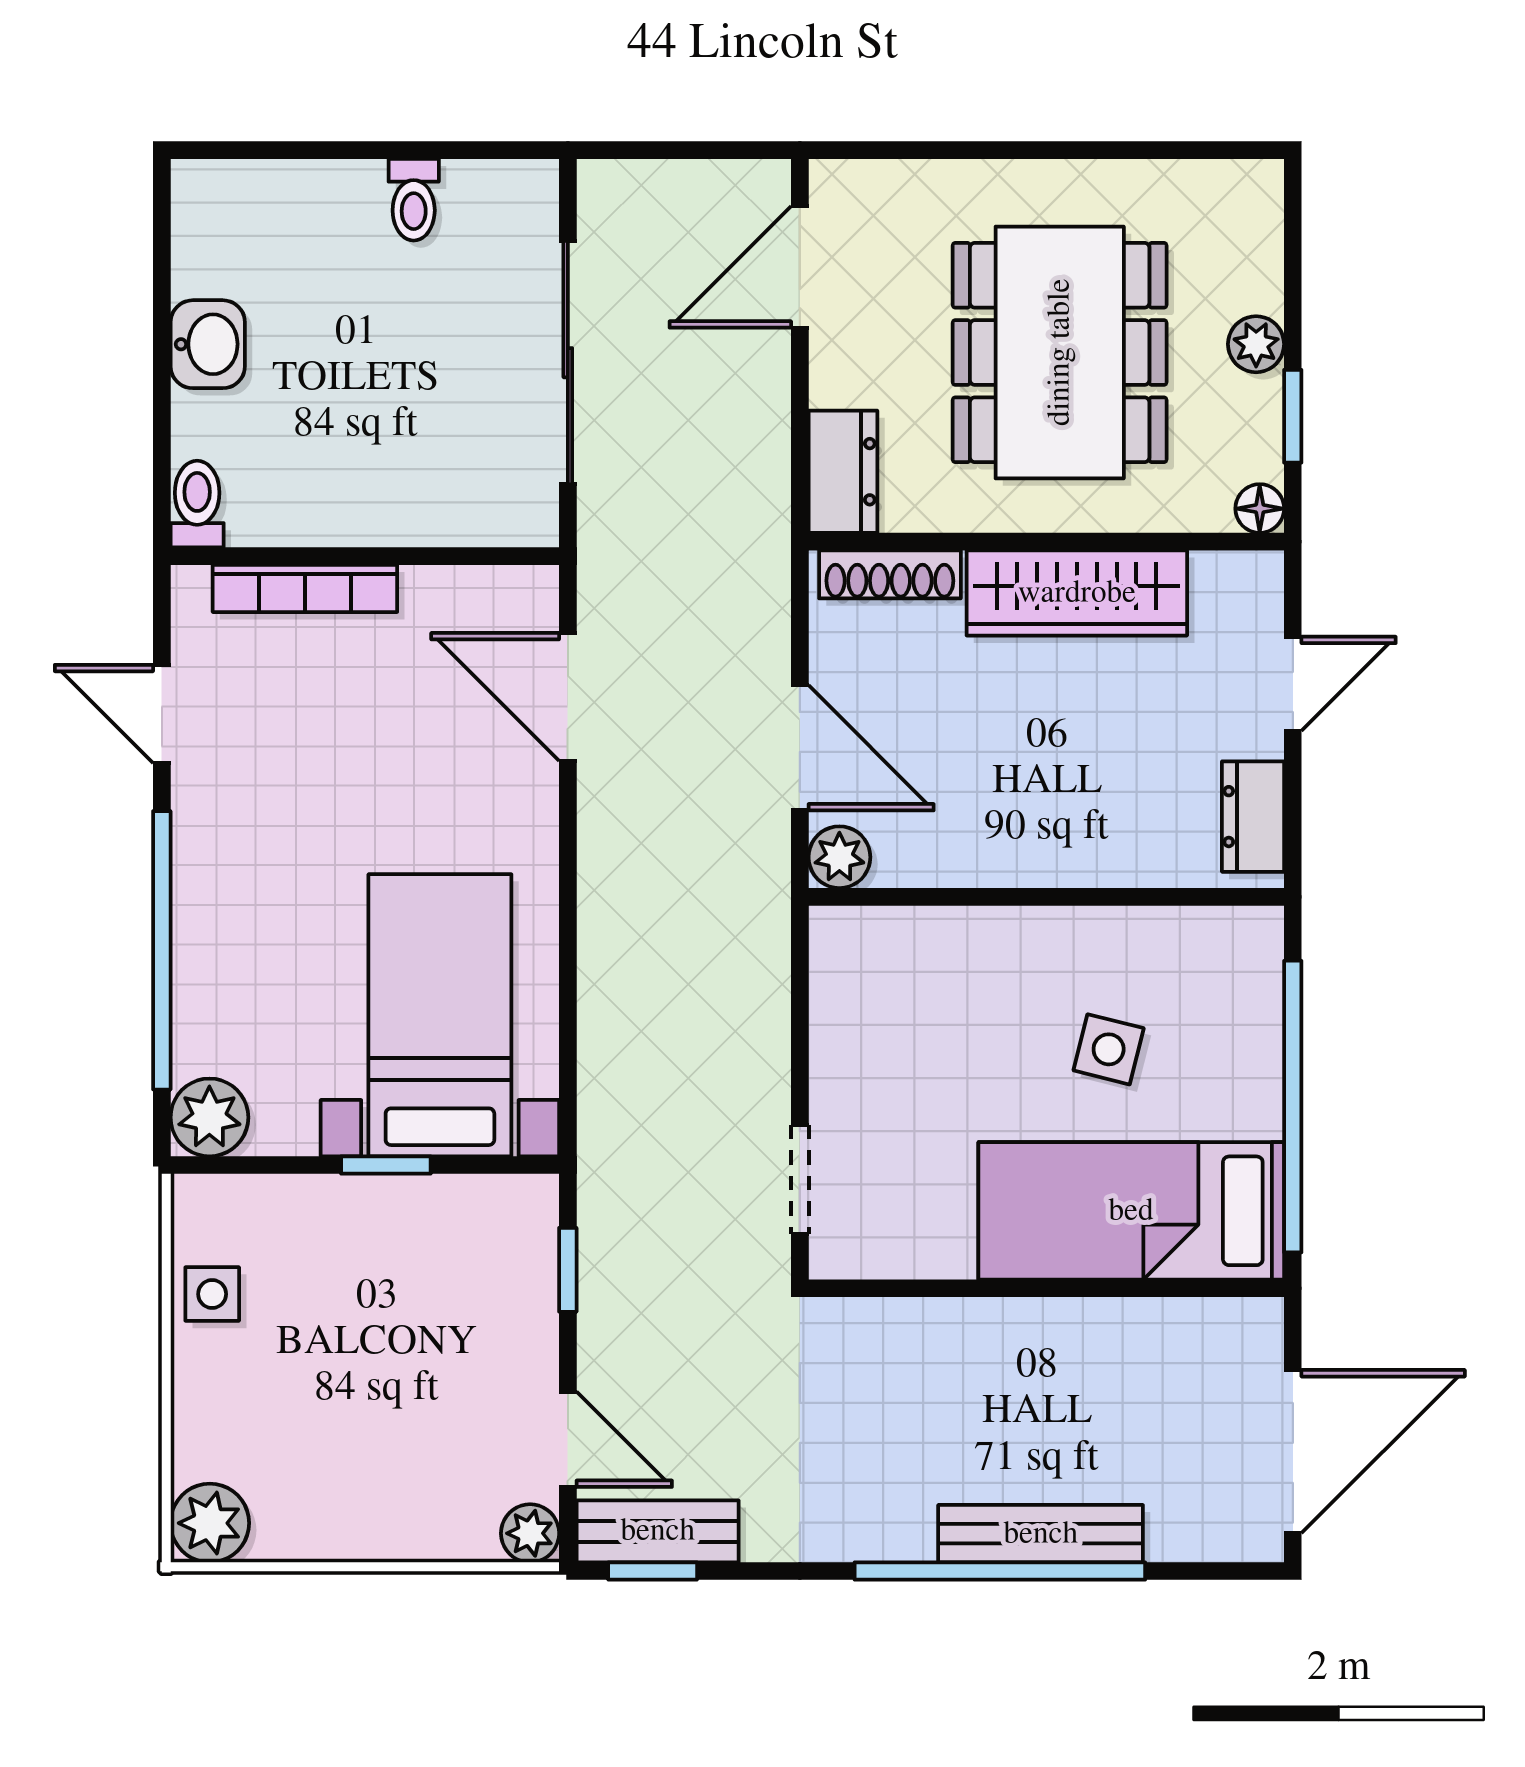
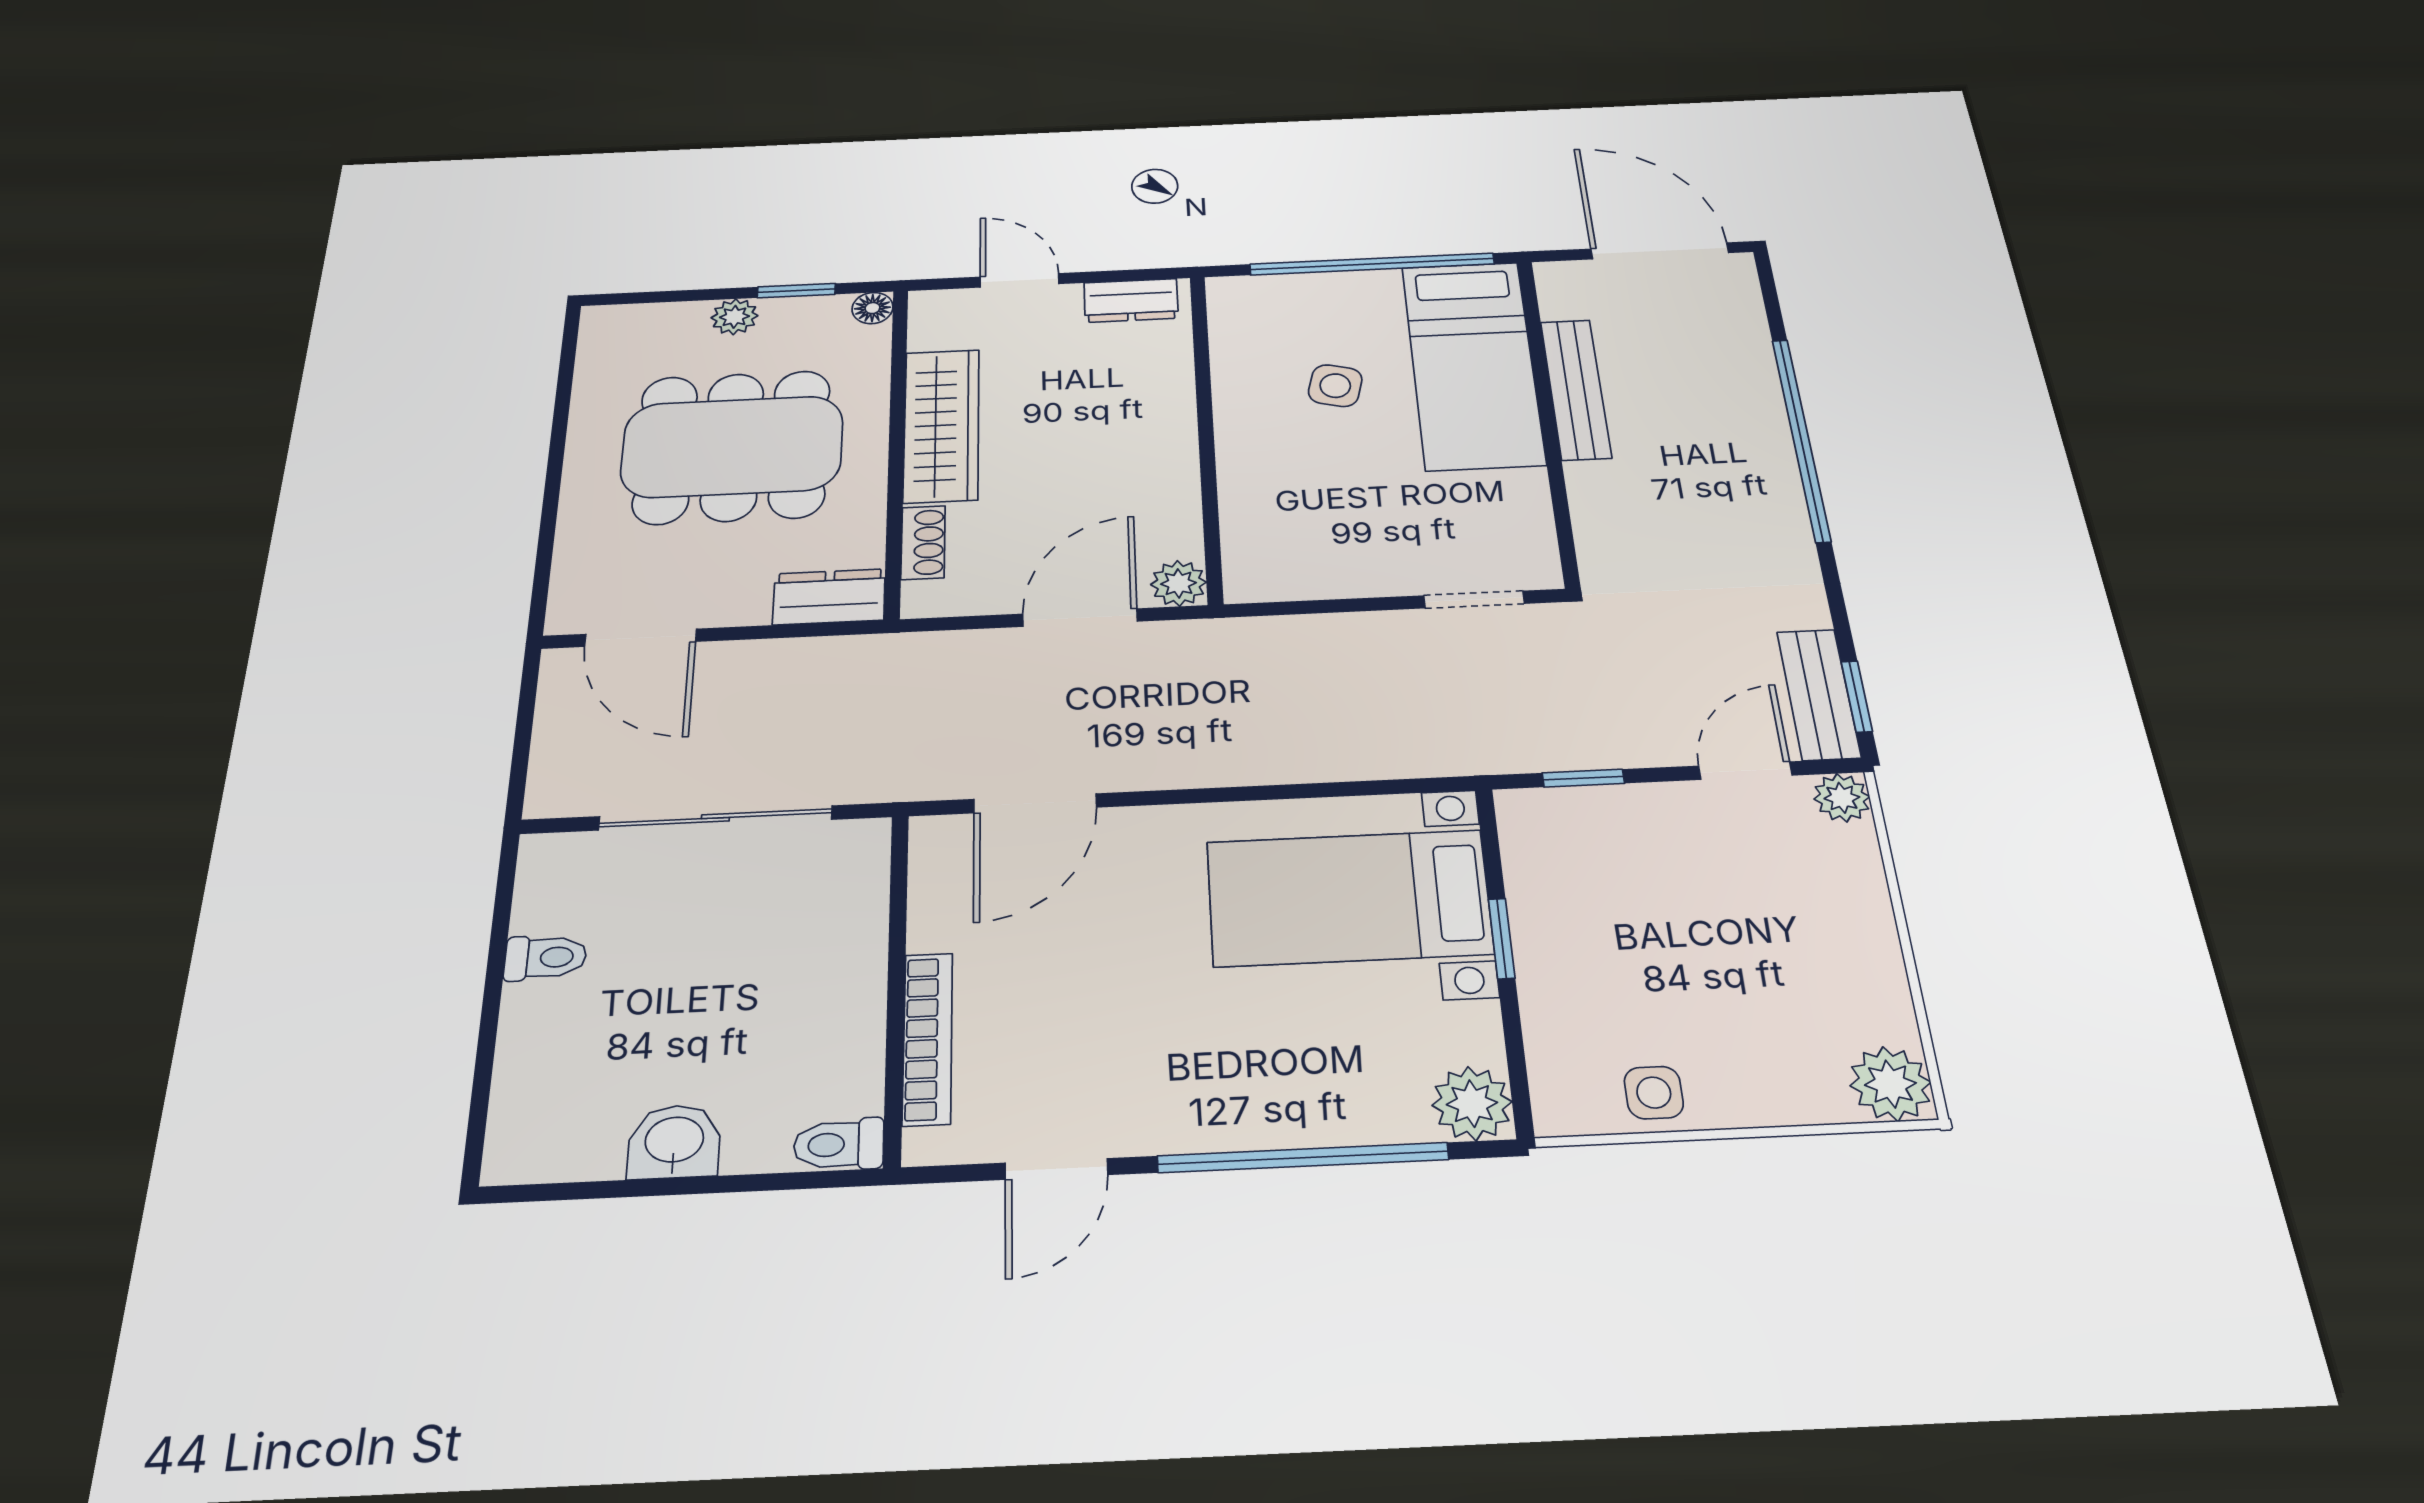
shoe rack: (890, 574) -> (923, 542), width x0.70
bench: (1041, 1534) -> (1576, 389), moved

